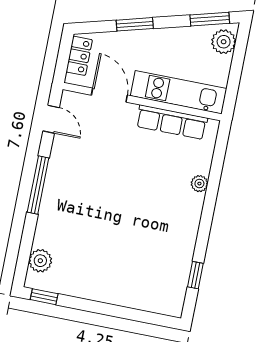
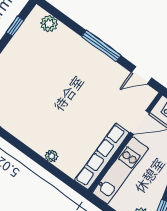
row of seats: (172, 122) -> (102, 156), width x1.36
window: (44, 297) -> (15, 26), moved

